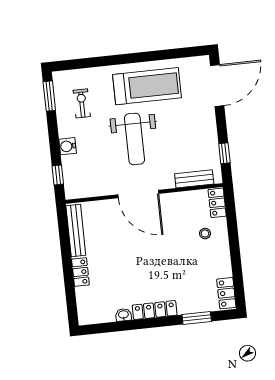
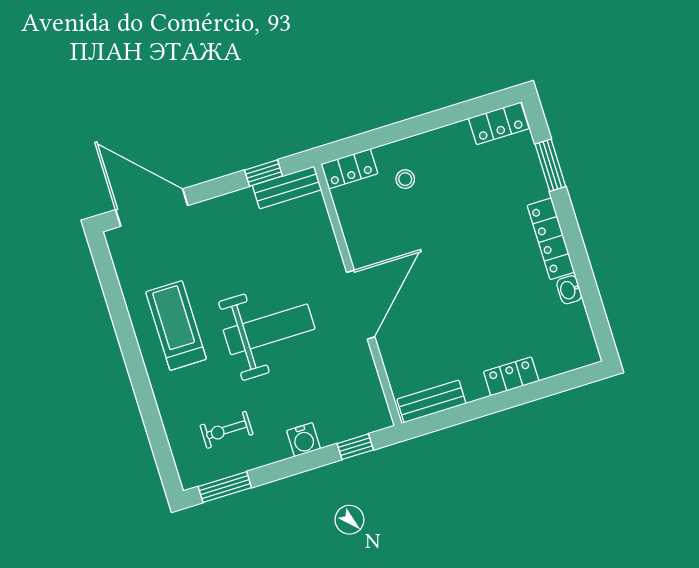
treadmill: (147, 86) -> (176, 326), width x0.73, depth x0.73
bench: (194, 179) -> (287, 187), moved, turned 90
bench: (76, 230) -> (431, 401), width x0.73

